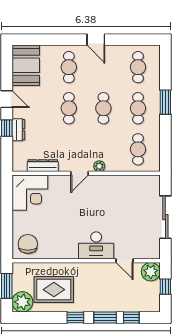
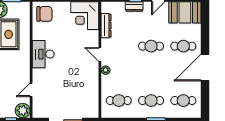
door: (96, 40) -> (205, 67), width x1.87
cafe table: (103, 108) -> (151, 73), removed
desk: (96, 245) -> (43, 54), moved

